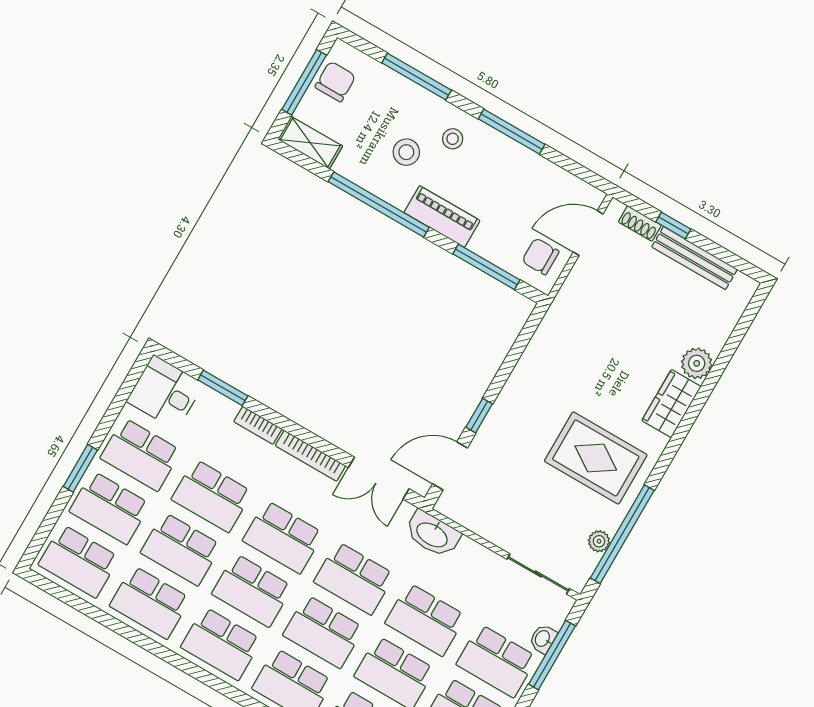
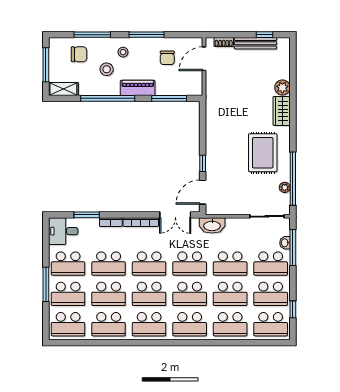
chair: (335, 82) -> (79, 54), moved, turned 90
window: (673, 225) -> (264, 35), moved
chair: (540, 256) -> (167, 58), moved, turned -90
rug: (596, 458) -> (263, 153), turned 90
window: (80, 468) -> (46, 284), width x1.44

